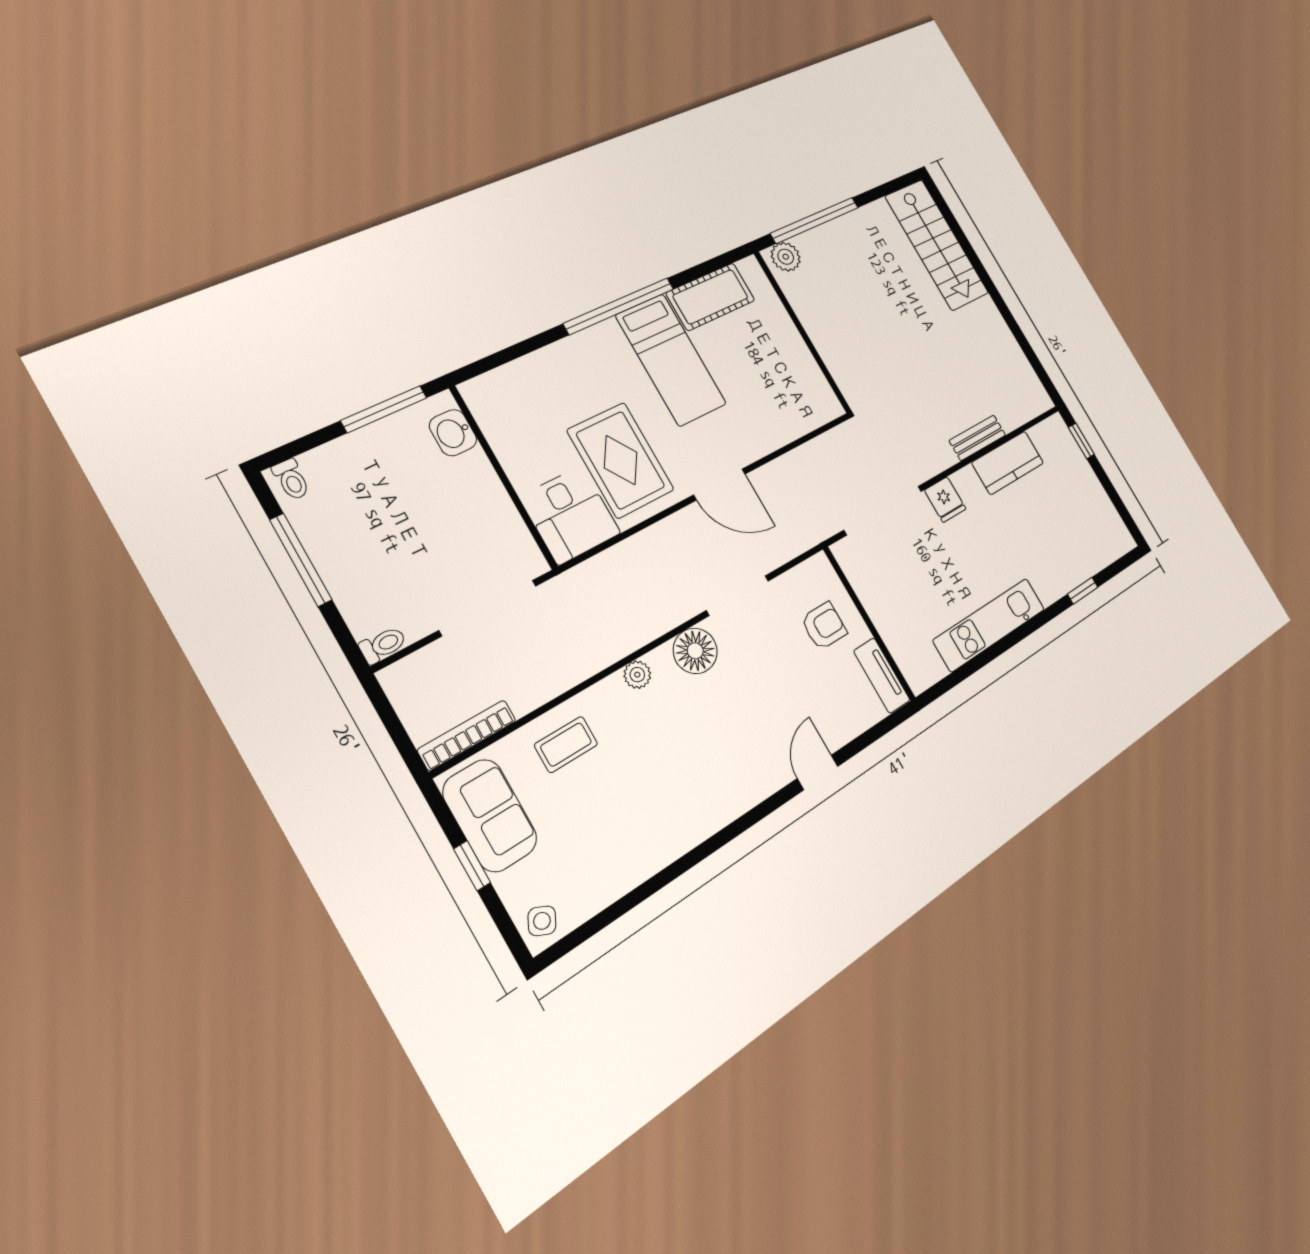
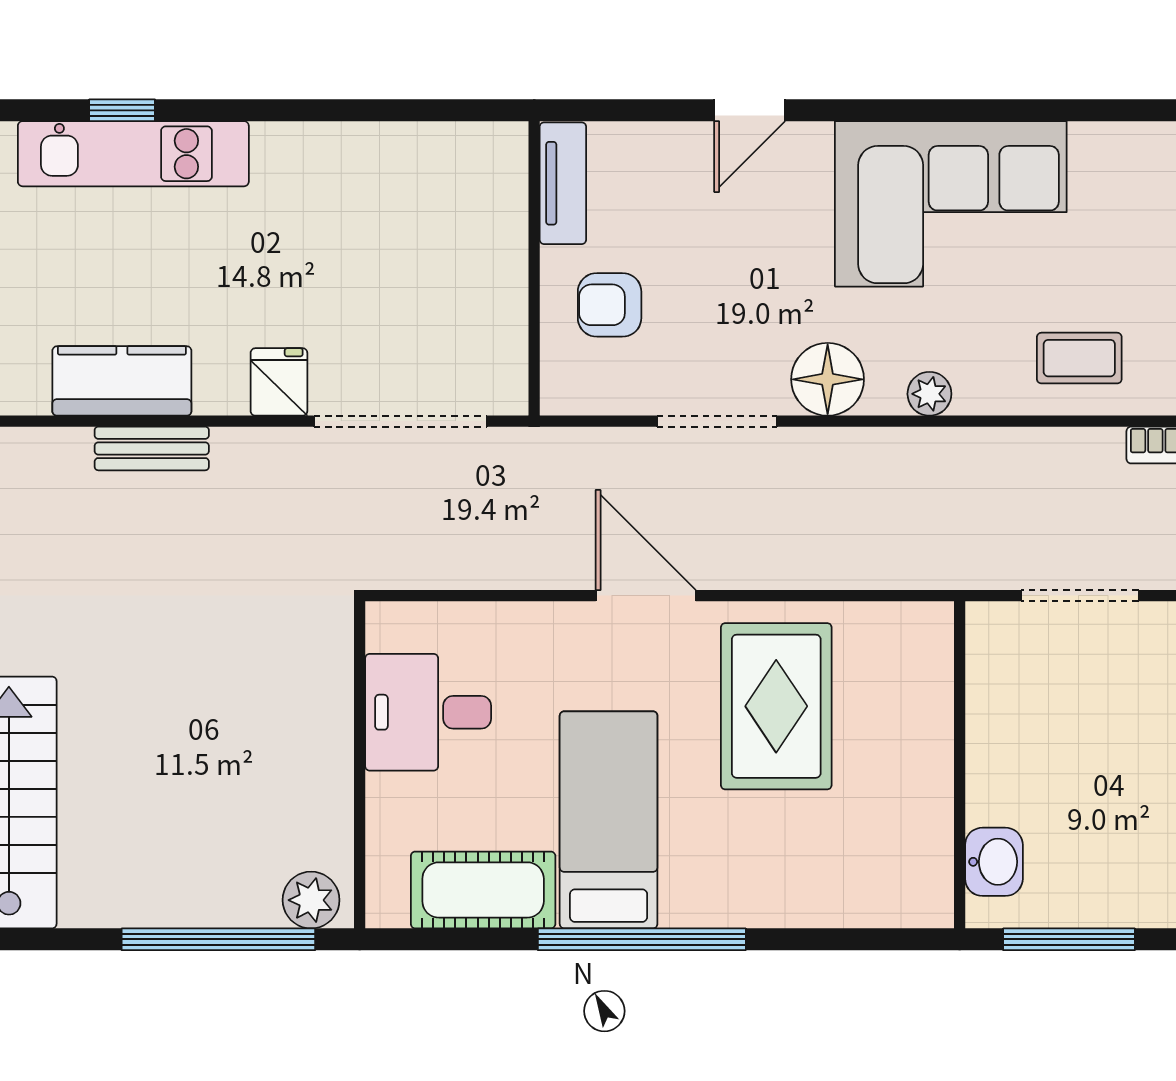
desk: (570, 515) -> (428, 712), moved, turned -90
doorway: (488, 608) -> (1080, 596), width x0.73
kitchen unit: (989, 625) -> (133, 154), moved
corner sofa: (687, 788) -> (951, 204), added

